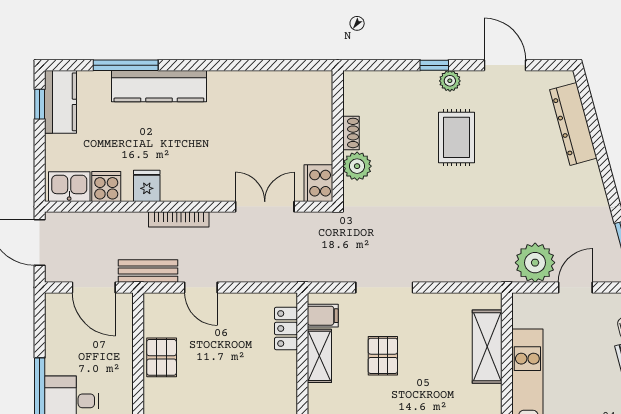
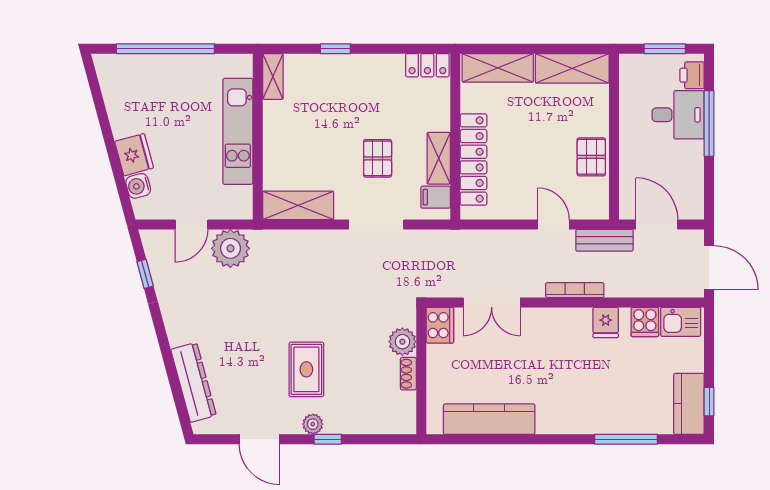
kitchen counter: (159, 86) -> (489, 419), moved
locker: (286, 329) -> (473, 160), width x2.16, depth x1.21
shelving: (487, 347) -> (298, 205), moved, turned 90

